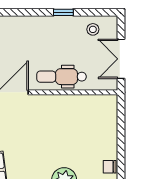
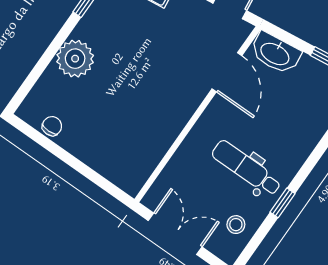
dental chair: (62, 77) -> (246, 168), moved, turned -90

